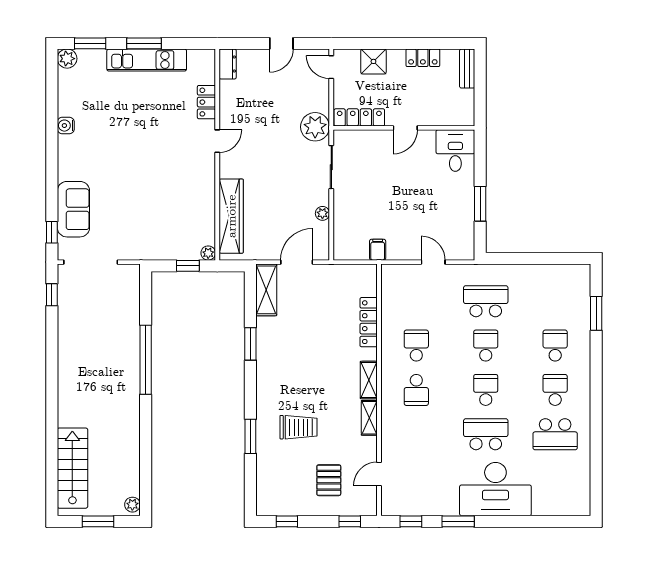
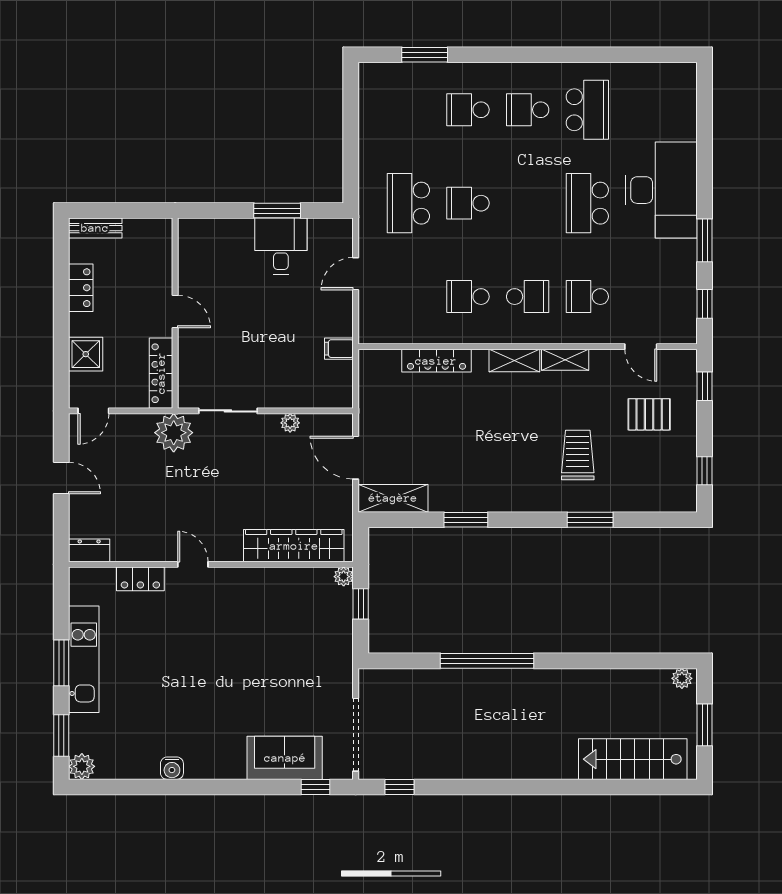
desk: (455, 151) -> (281, 246), moved, turned 90
school desk: (486, 390) -> (587, 297), moved

